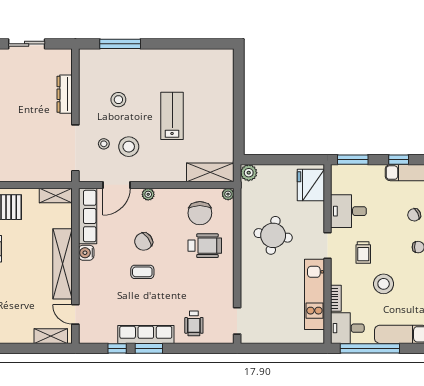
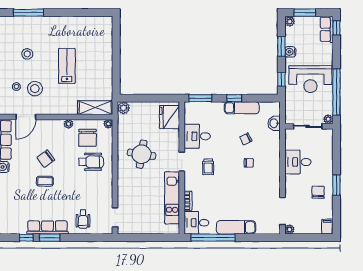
plant: (148, 194) -> (68, 124), moved
stool: (384, 284) -> (223, 190), removed

